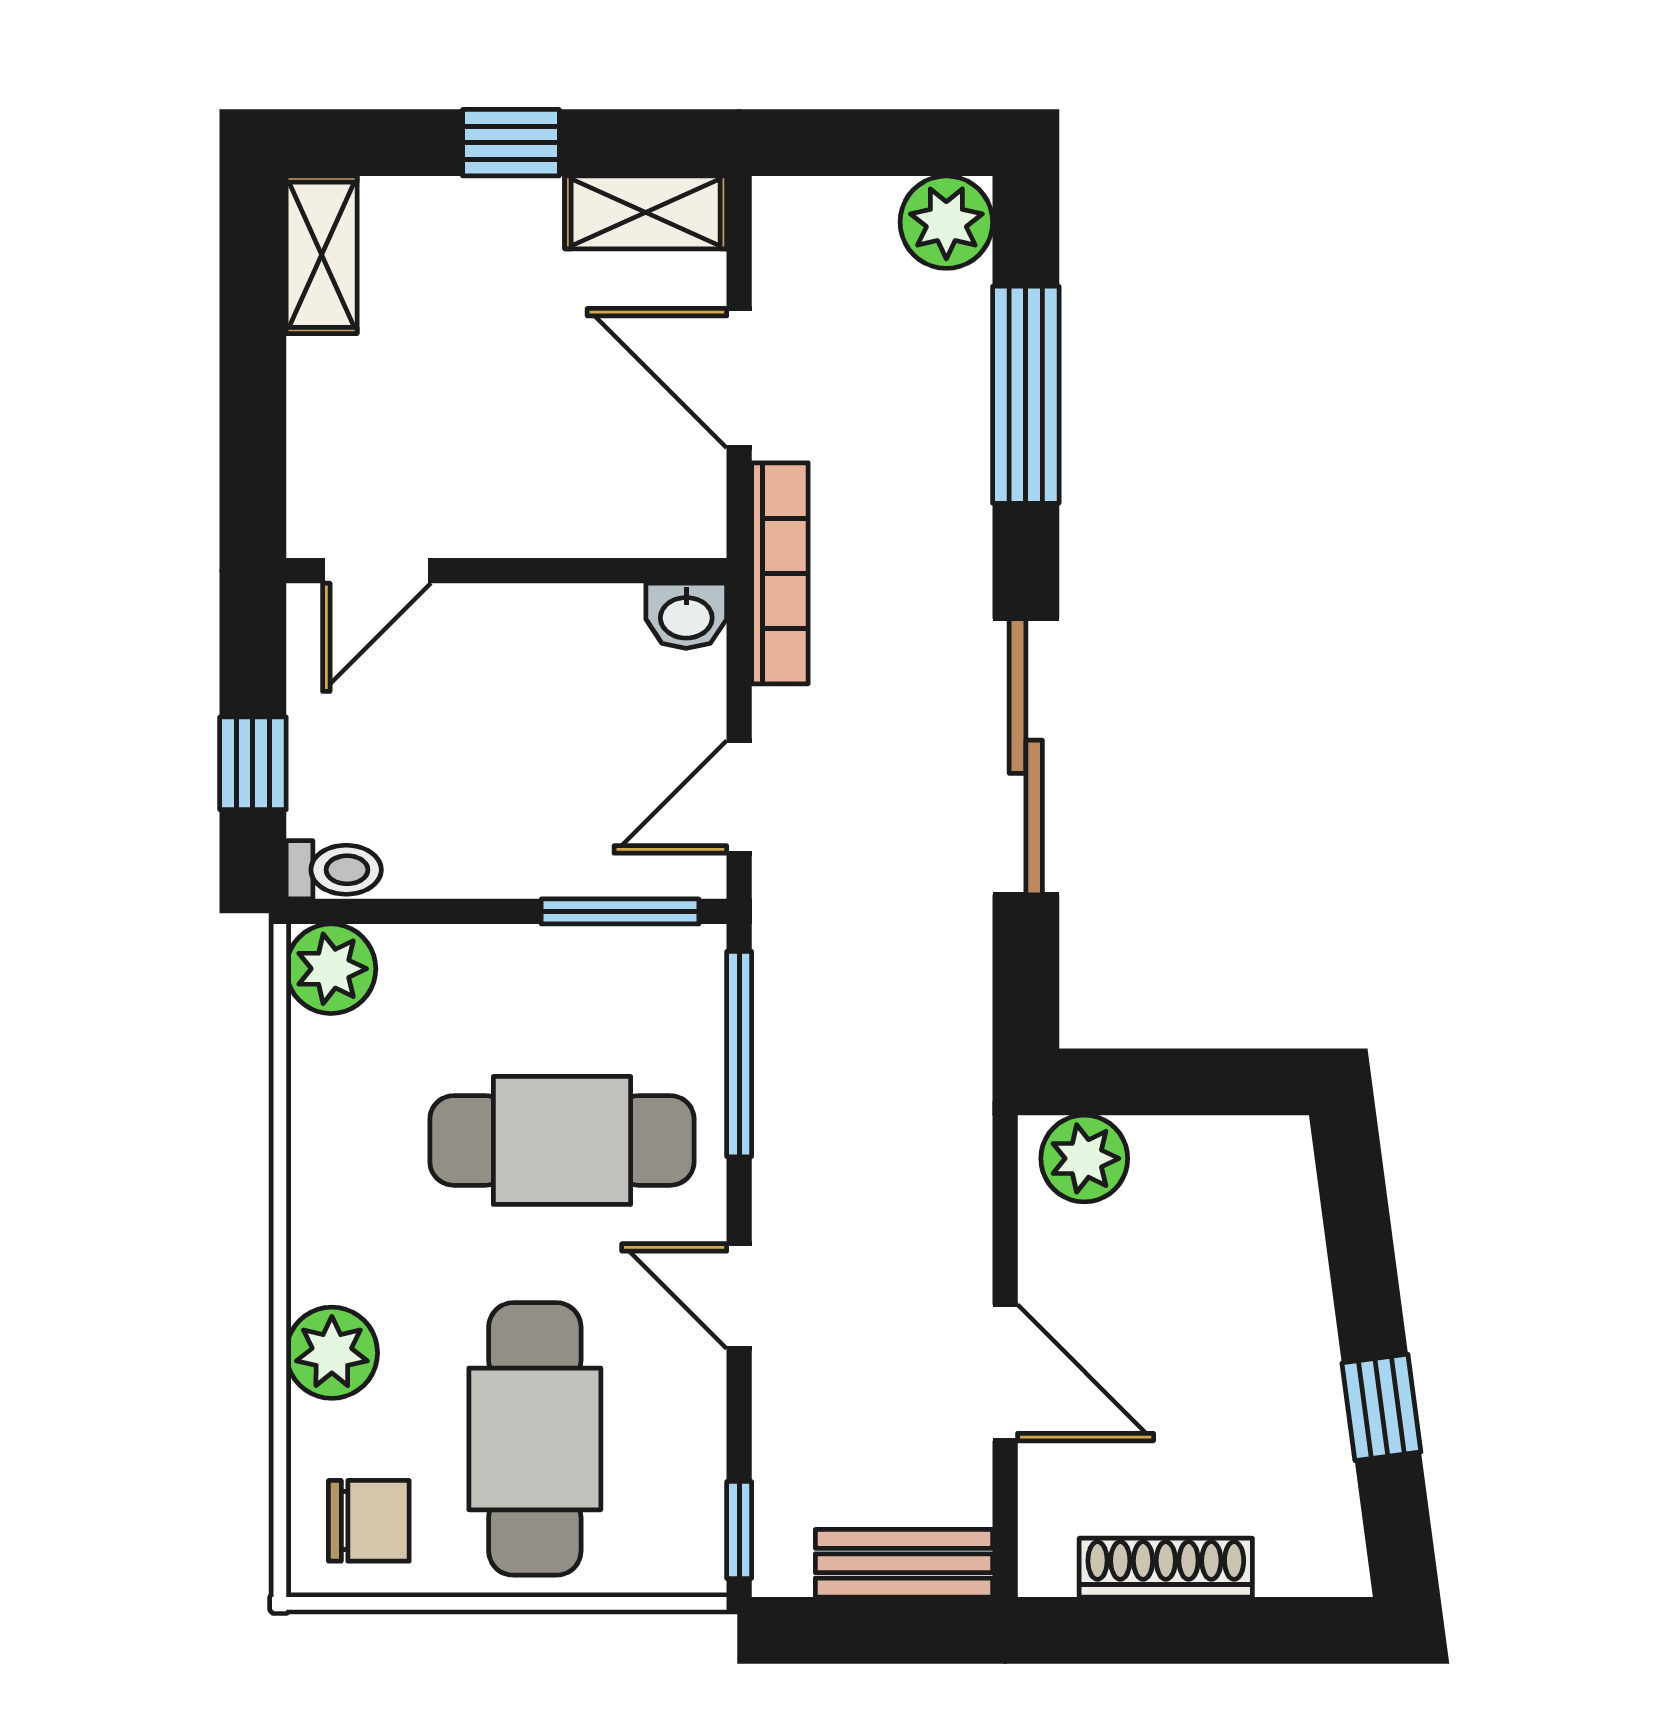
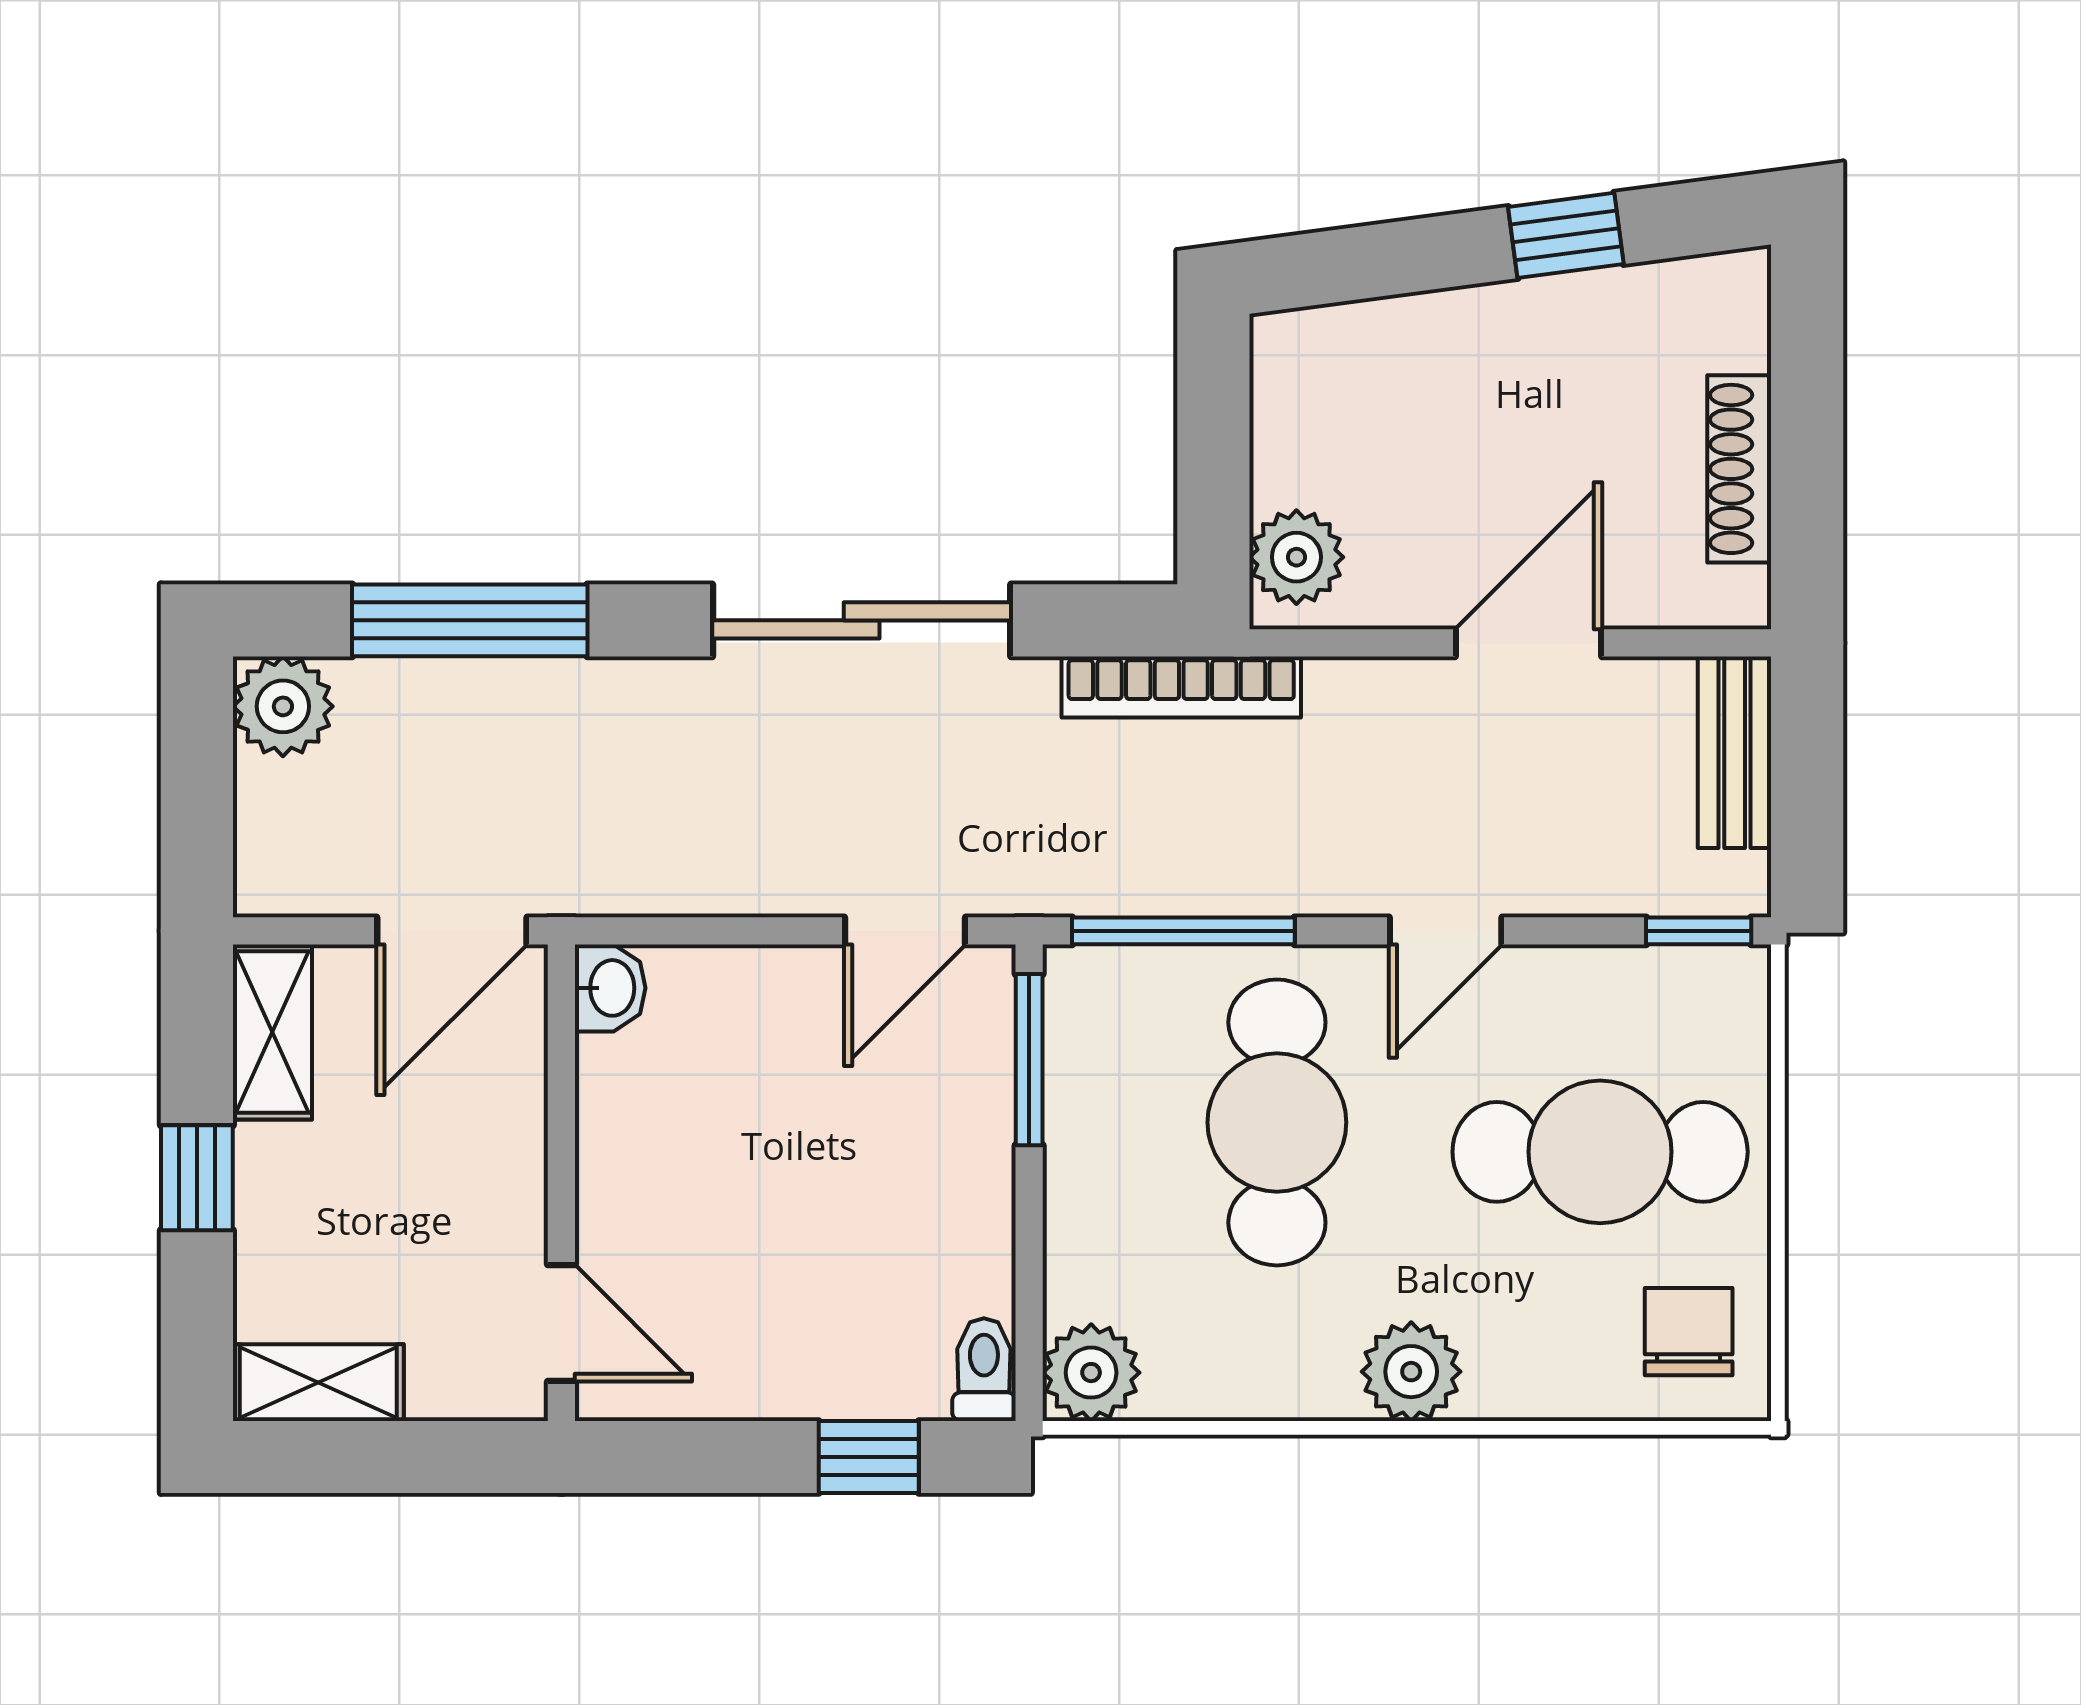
door: (377, 571) -> (561, 1323), moved
wall: (506, 571) -> (561, 1183), moved
bookcase: (780, 573) -> (1181, 687), moved, turned 180
washbasin: (686, 616) -> (610, 988), moved
door: (739, 797) -> (905, 931), hinge flipped
plant: (332, 1353) -> (1411, 1372), moved

